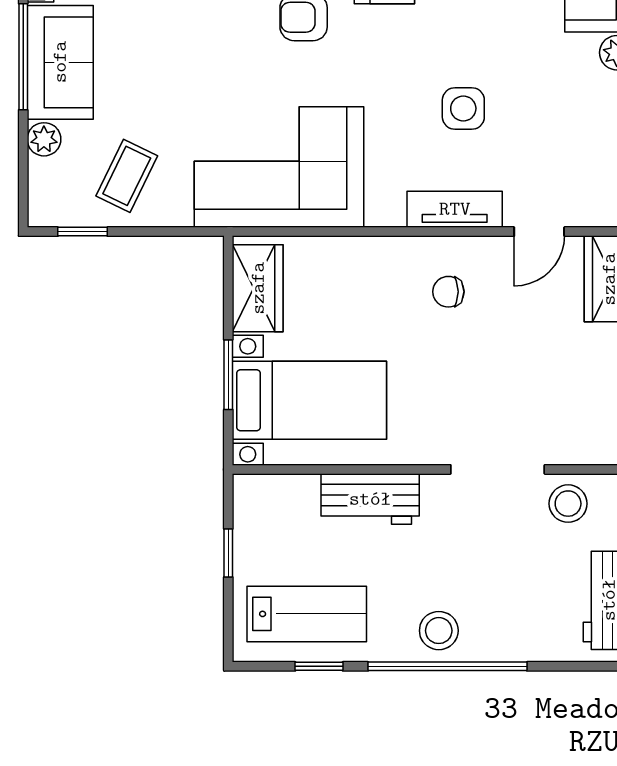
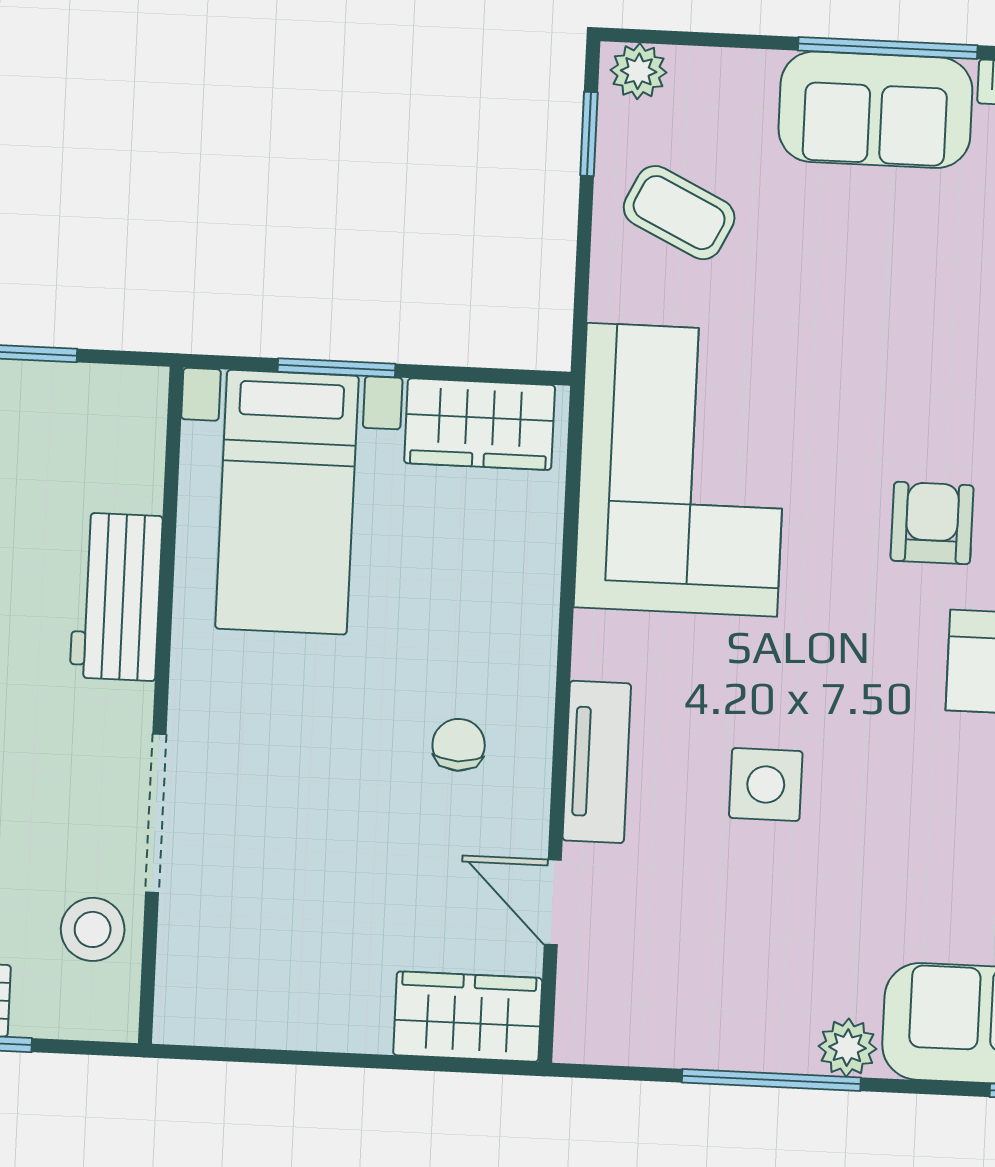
plant: (44, 139) -> (639, 71), moved

